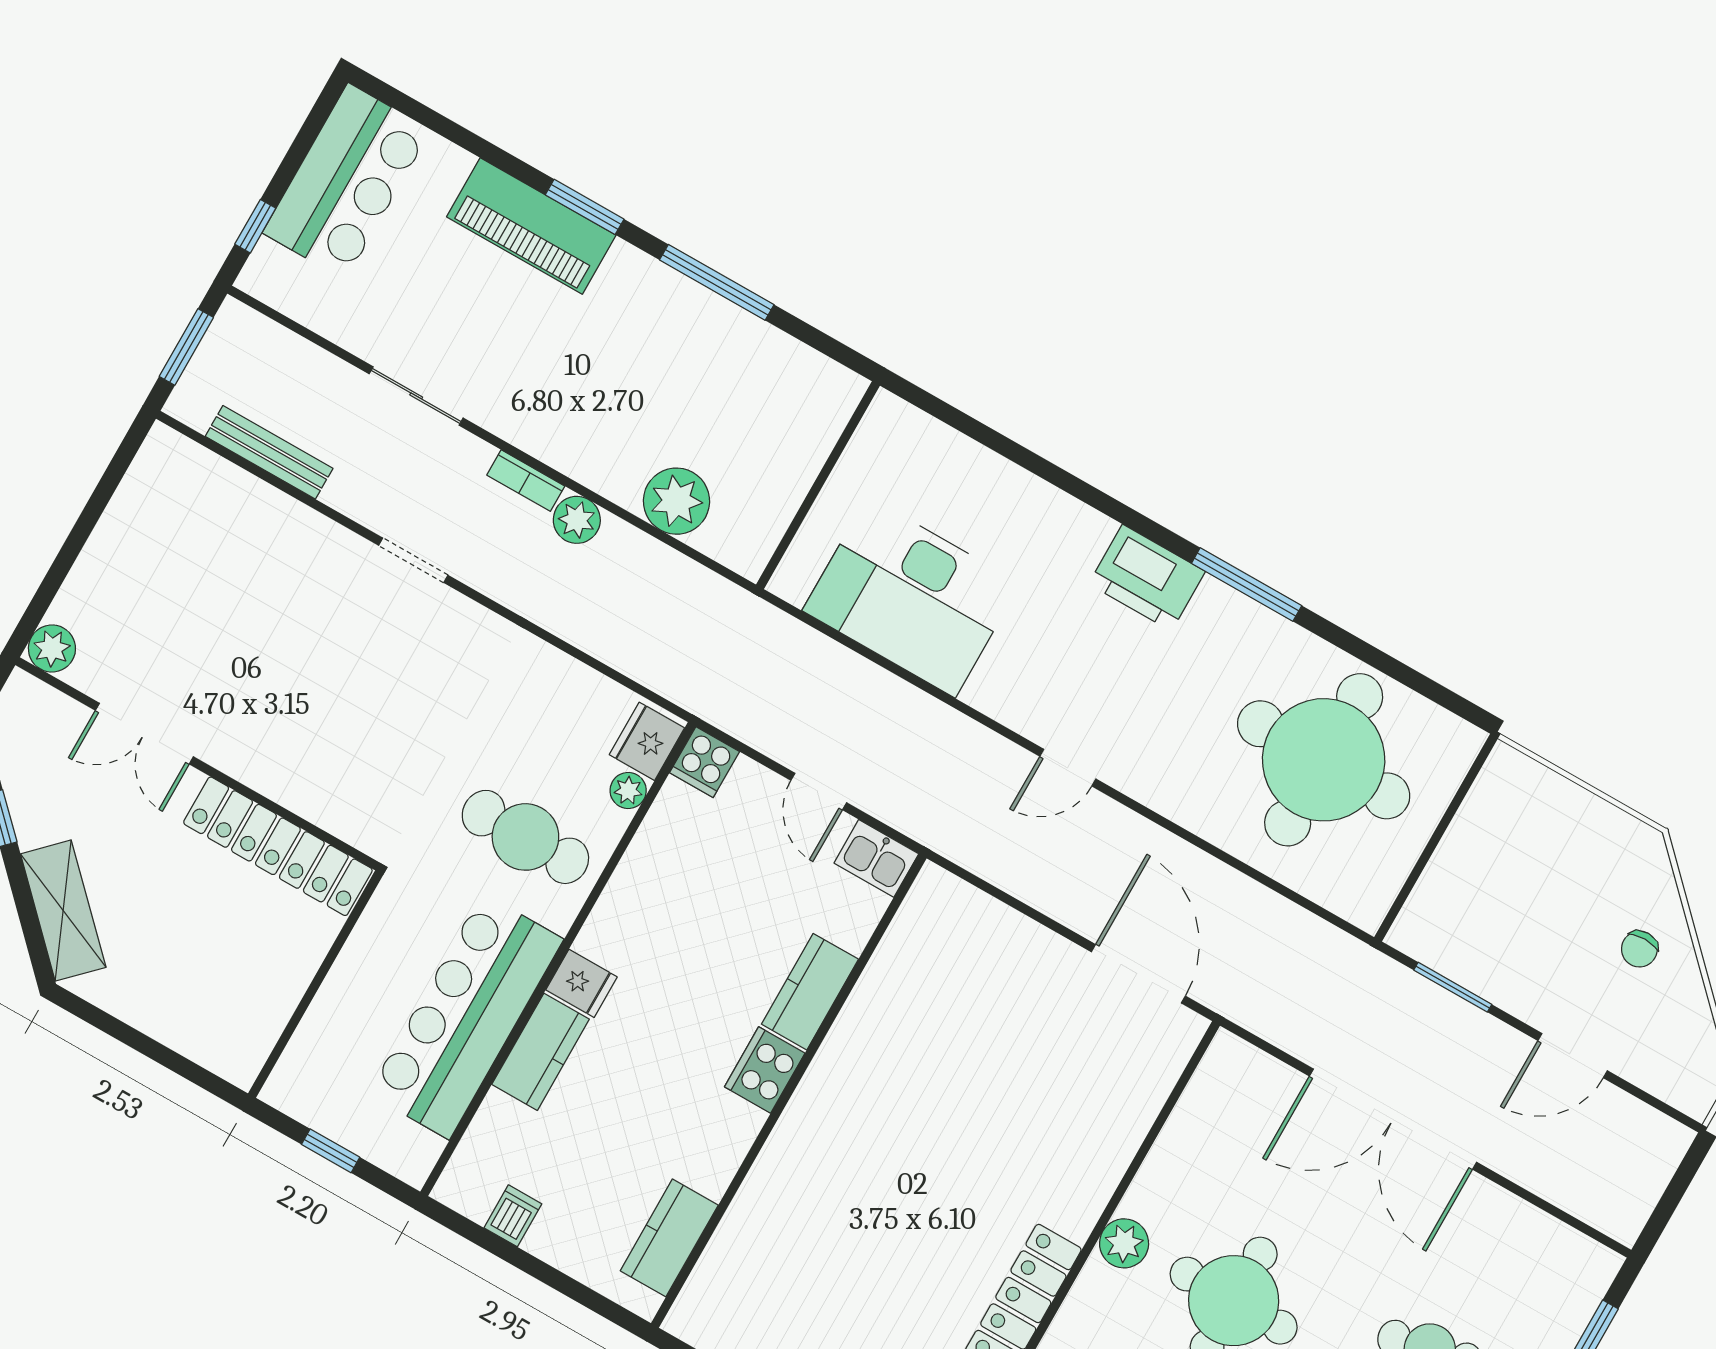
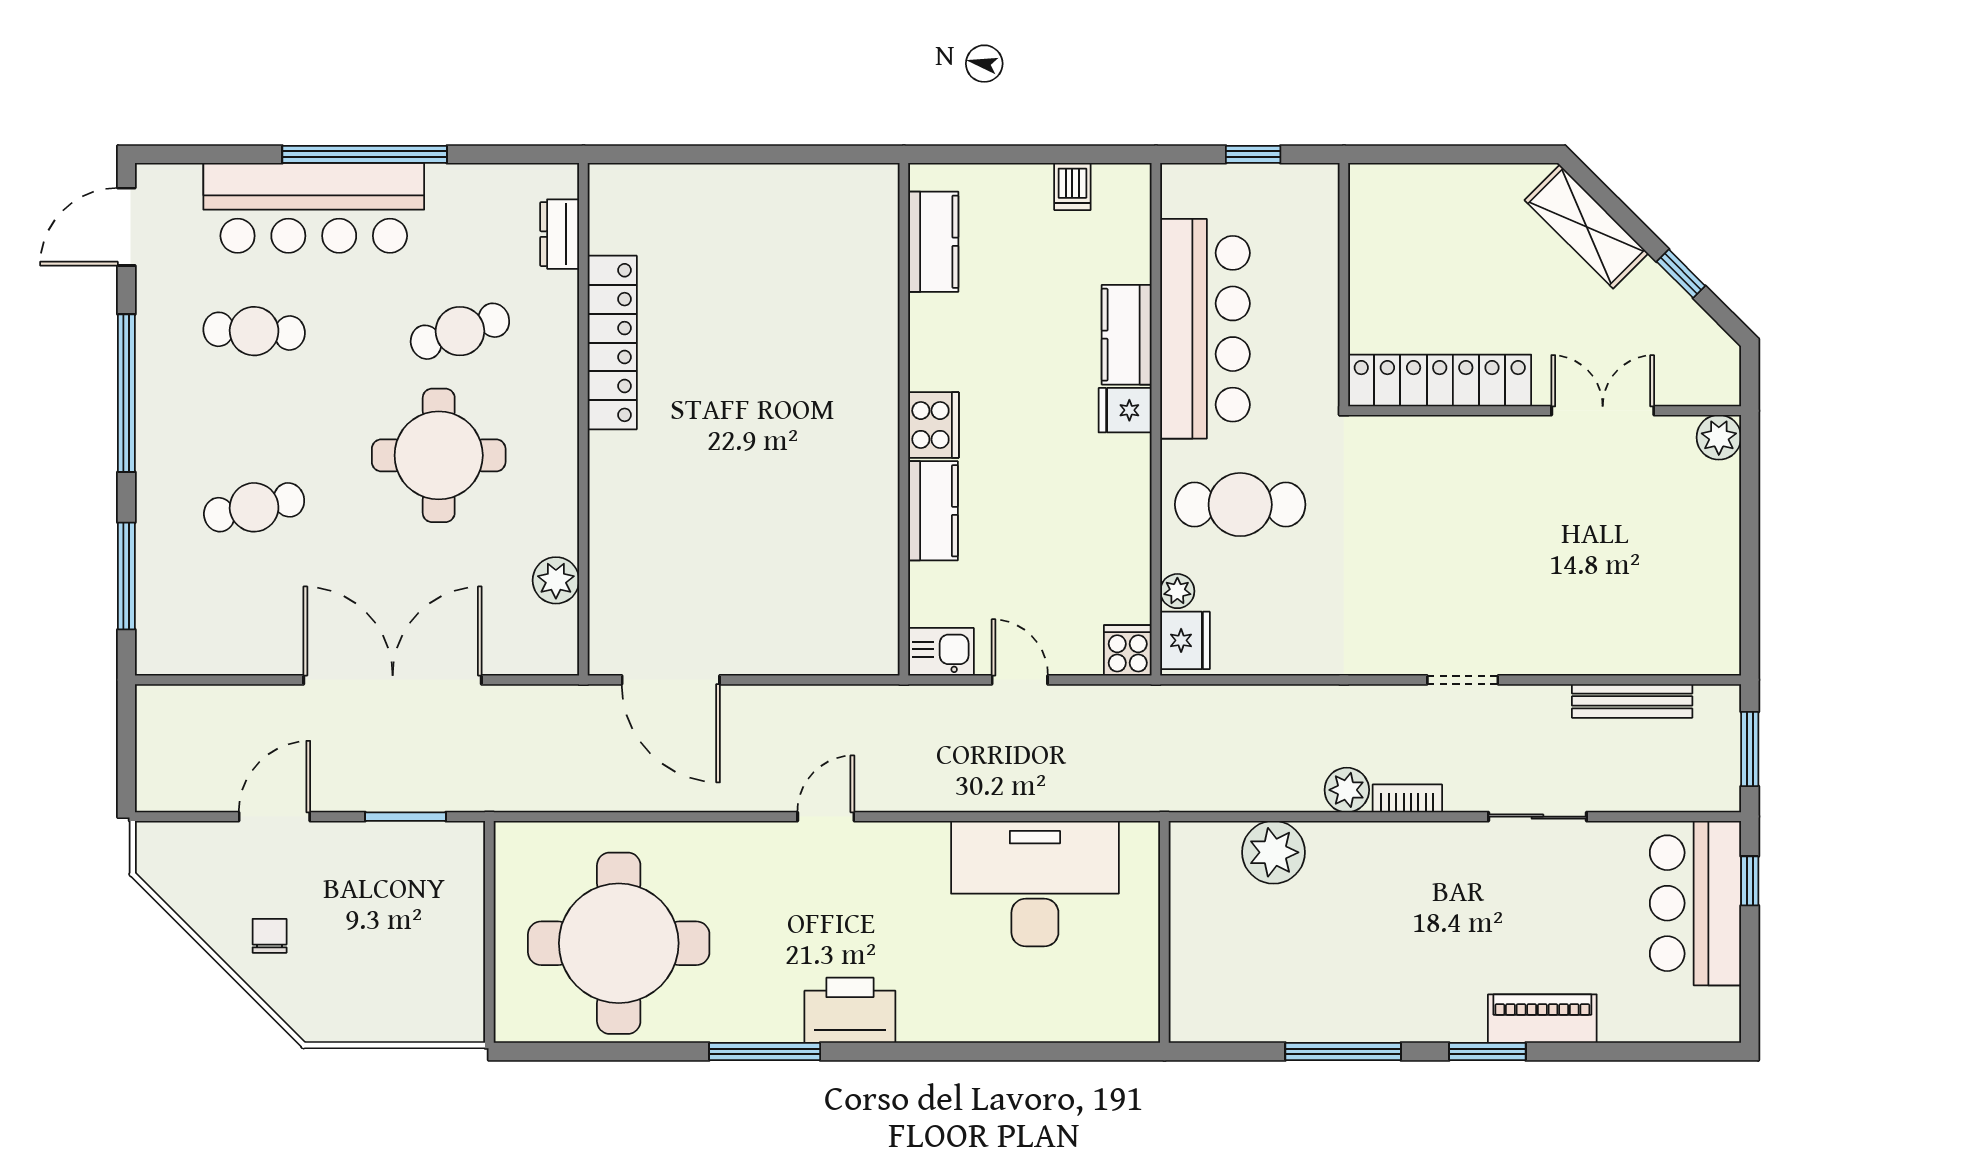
bar counter: (347, 181) -> (1695, 903), moved
piano: (531, 226) -> (1542, 1019), width x0.73, depth x0.75
plant: (1124, 1243) -> (556, 580), moved

